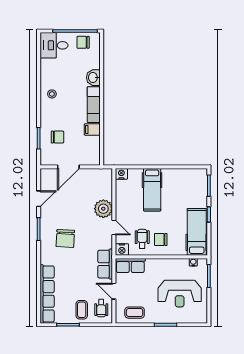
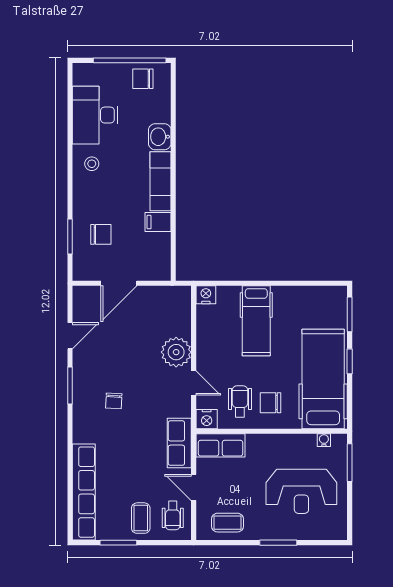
desk: (54, 45) -> (95, 115), moved, width x1.37
hospital bed: (197, 232) -> (323, 379), width x1.37, depth x1.29
chair: (65, 238) -> (114, 401), width x0.54, depth x0.54

